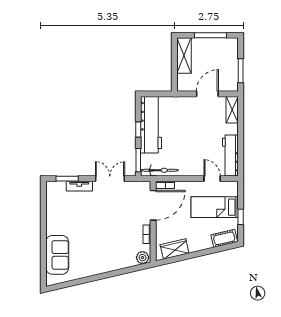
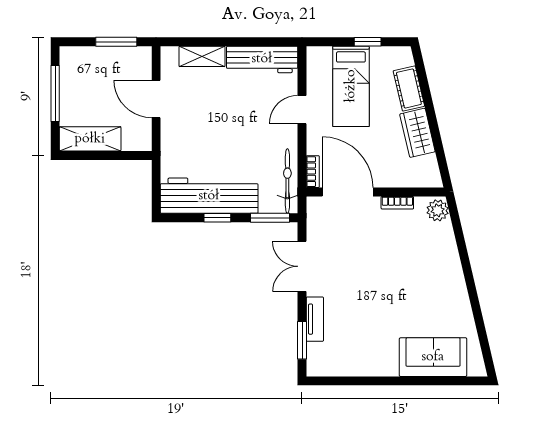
shelving: (232, 110) -> (202, 56), moved
door: (212, 179) -> (302, 110), moved
cot: (224, 238) -> (409, 88), moved
wardrobe: (175, 249) -> (417, 133), moved

